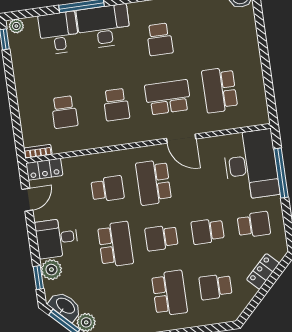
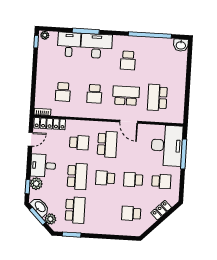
locker: (44, 169) -> (50, 124), width x1.53
school desk: (154, 182) -> (107, 144), turned 180
school desk: (169, 293) -> (75, 210), moved

